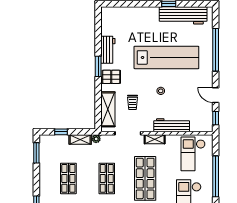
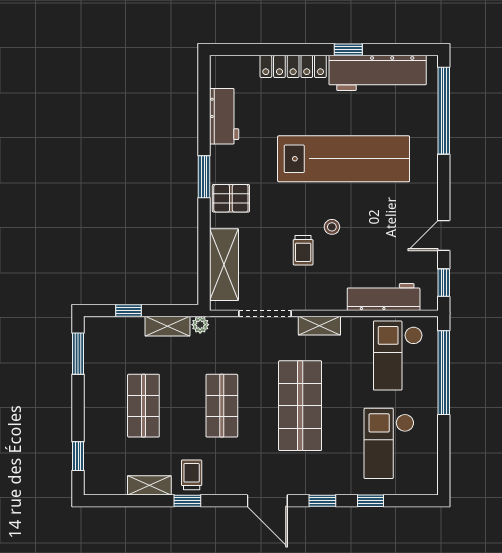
locker: (142, 12) -> (293, 66), added
workbench: (108, 50) -> (224, 116), moved
window: (216, 50) -> (444, 111), moved
door: (216, 95) -> (444, 236), hinge flipped
trolley: (133, 102) -> (303, 250), moved
workbench: (172, 125) -> (384, 297), moved
window: (216, 176) -> (444, 373), moved

